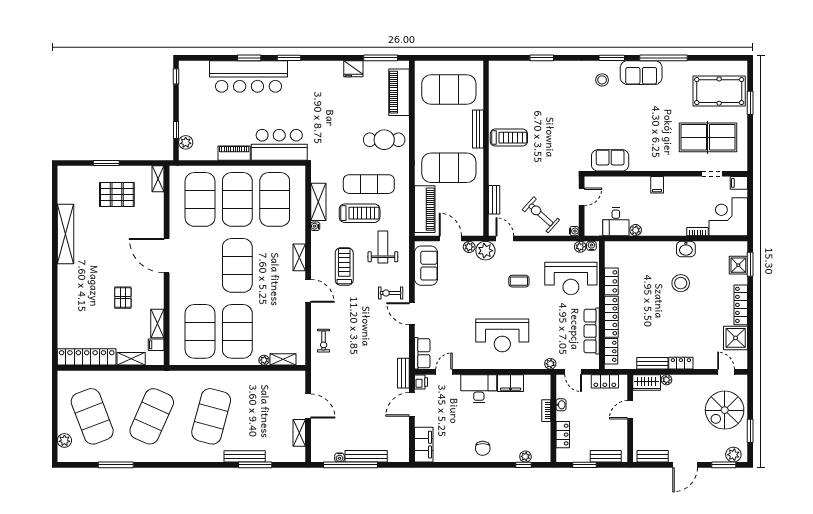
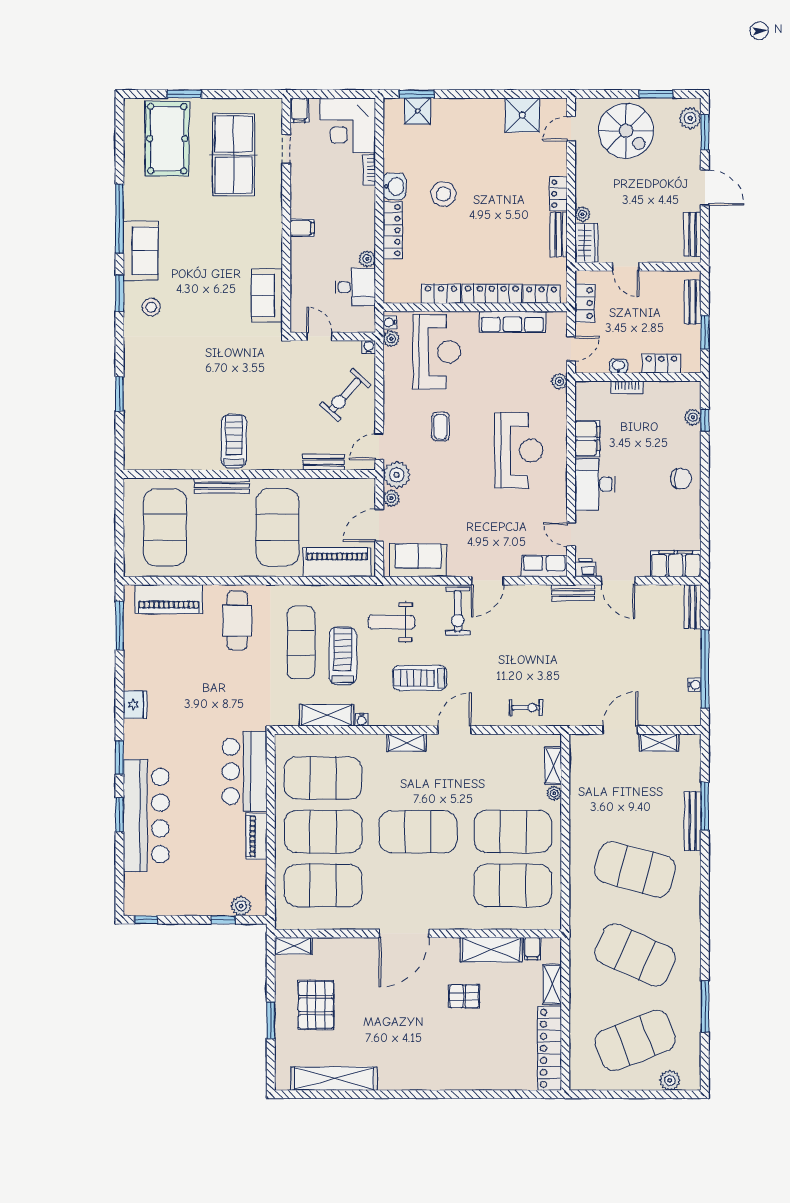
fridge: (353, 69) -> (135, 705), moved
shelving: (66, 234) -> (334, 1079), moved
exercise bike: (391, 293) -> (458, 611), width x1.38, depth x1.39
locker: (741, 305) -> (393, 230), moved, turned -90
shelving: (157, 324) -> (491, 950), width x1.50, depth x1.33
bench: (366, 456) -> (693, 607), moved, width x0.73

